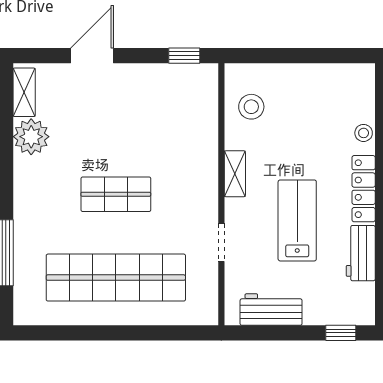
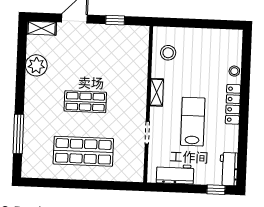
window: (184, 56) -> (115, 20), moved
shelving: (24, 92) -> (42, 28), moved, turned 90
workbench: (361, 253) -> (229, 169), moved
shop shelf: (116, 278) -> (83, 151), width x0.71

